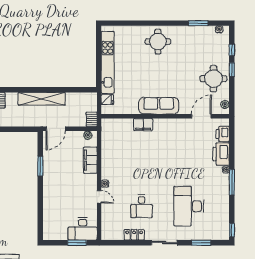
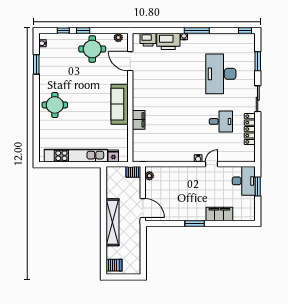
filing cabinet: (90, 160) -> (219, 214), moved, turned 180
window: (40, 166) -> (195, 224), moved
desk: (189, 206) -> (221, 74), turned 90
locker: (134, 235) -> (250, 129), width x1.53

